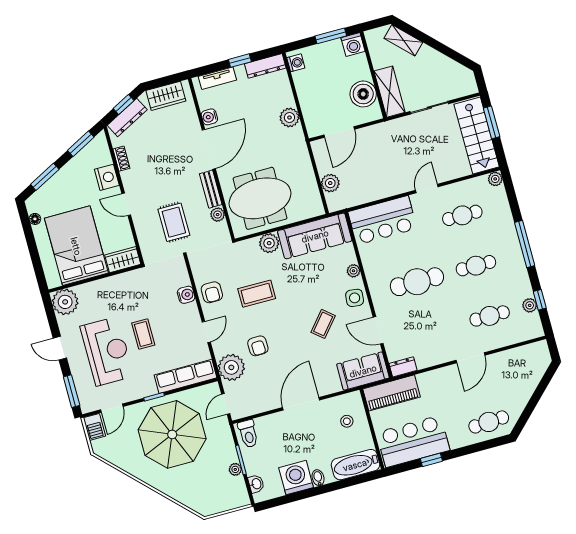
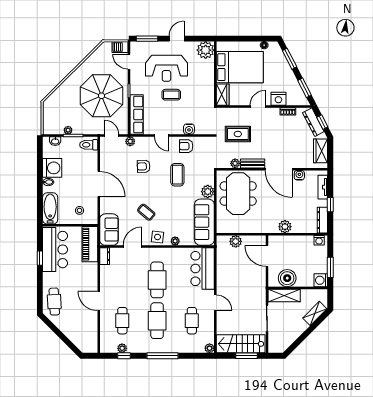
cafe table: (476, 266) -> (157, 321), width x1.37, depth x1.35
plant: (231, 367) -> (130, 141), width x0.53, depth x0.53

